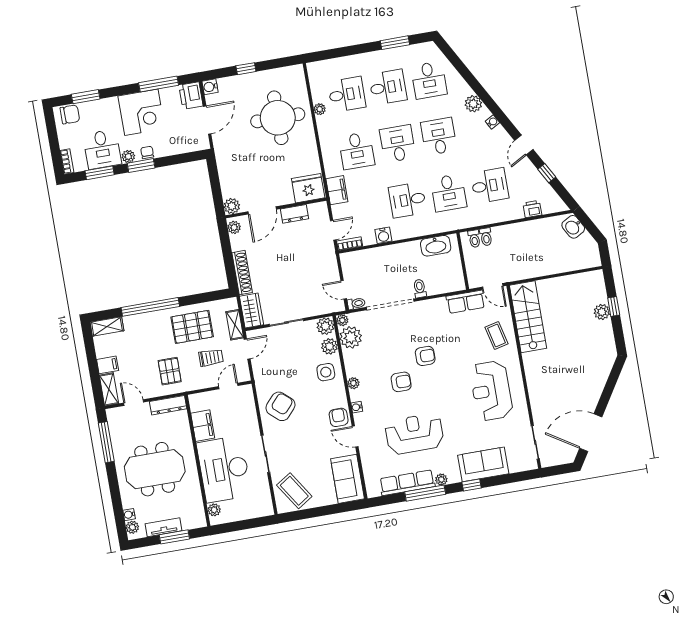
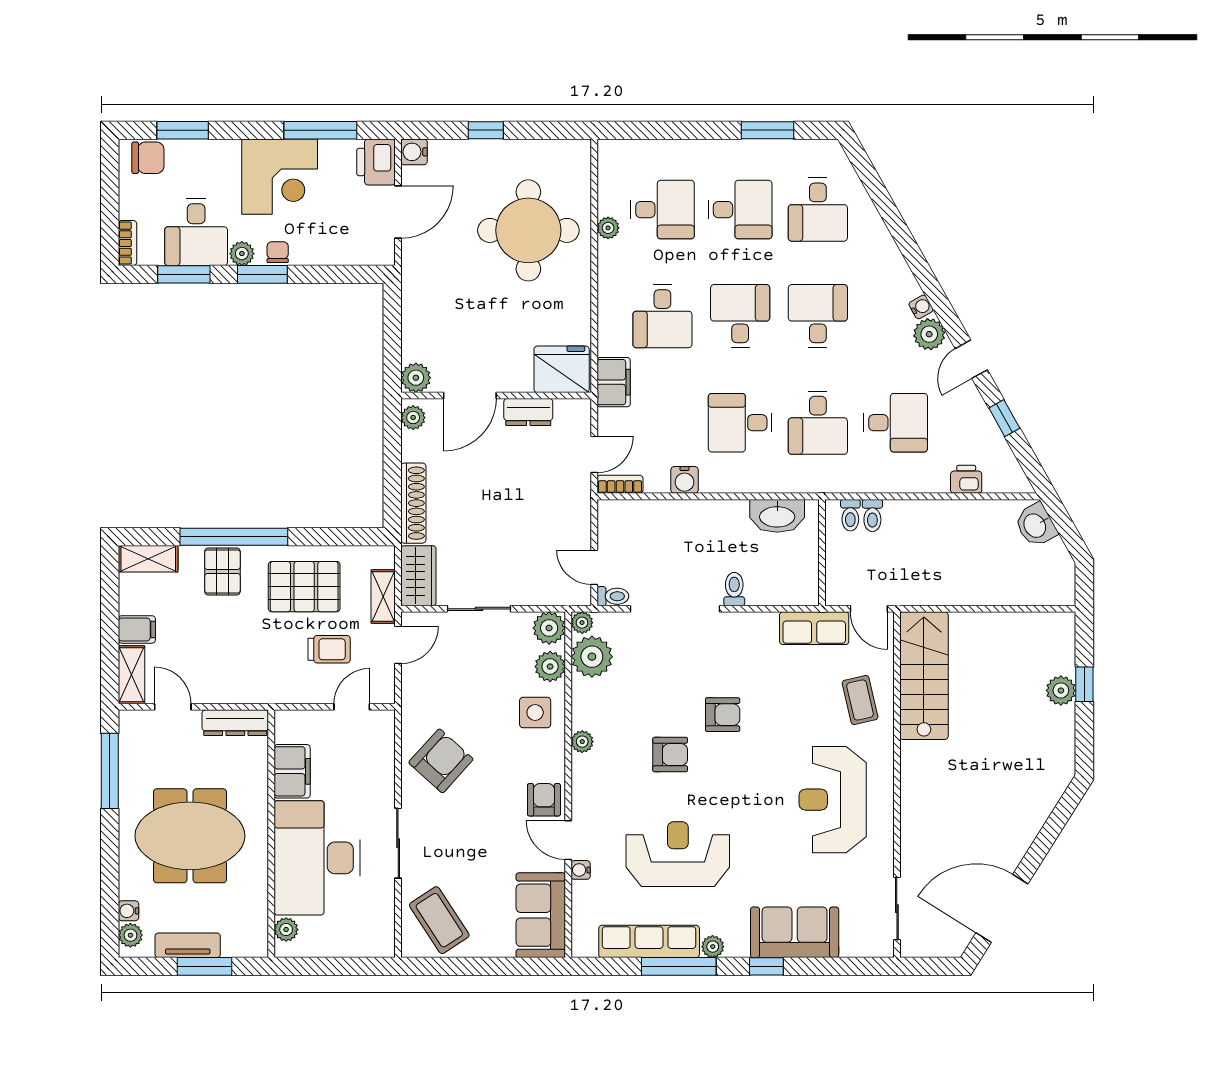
plant: (473, 104) -> (929, 334), moved
pallet: (170, 371) -> (222, 572), moved
water cooler: (357, 407) -> (581, 870), moved

